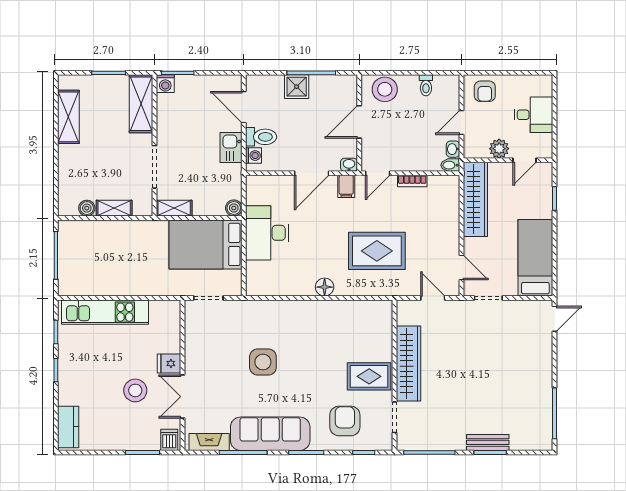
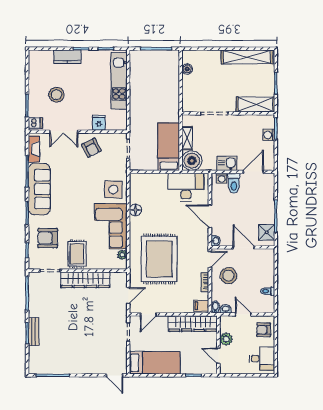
washing machine: (165, 84) -> (269, 135), moved
shower: (297, 87) -> (267, 232), moved
stool: (385, 89) -> (228, 276), moved
desk: (533, 115) -> (262, 359), moved, turned -90
shelving: (68, 117) -> (247, 57), width x1.47
door: (378, 173) -> (210, 259), swing flipped
filing cabinet: (346, 186) -> (201, 306), moved
shelving: (114, 208) -> (187, 87), removed
shelving: (174, 208) -> (187, 138), moved
boiler: (234, 208) -> (192, 161), width x1.86, depth x1.86
desk: (267, 233) -> (186, 187), moved
bed: (205, 244) -> (169, 147), width x0.67
rug: (377, 251) -> (159, 259), width x1.37, depth x1.44
floor lamp: (325, 287) -> (135, 210), moved
plant: (370, 307) -> (122, 255), added
corner sofa: (327, 325) -> (111, 226), added
armchair: (207, 354) -> (91, 148), added
side table: (263, 362) -> (113, 189), moved
fridge: (169, 363) -> (99, 123), moved
stool: (135, 390) -> (56, 95), moved
double door: (182, 397) -> (64, 132), swing flipped
armchair: (345, 421) -> (48, 238), turned 180
kitchen counter: (68, 427) -> (67, 57), moved

